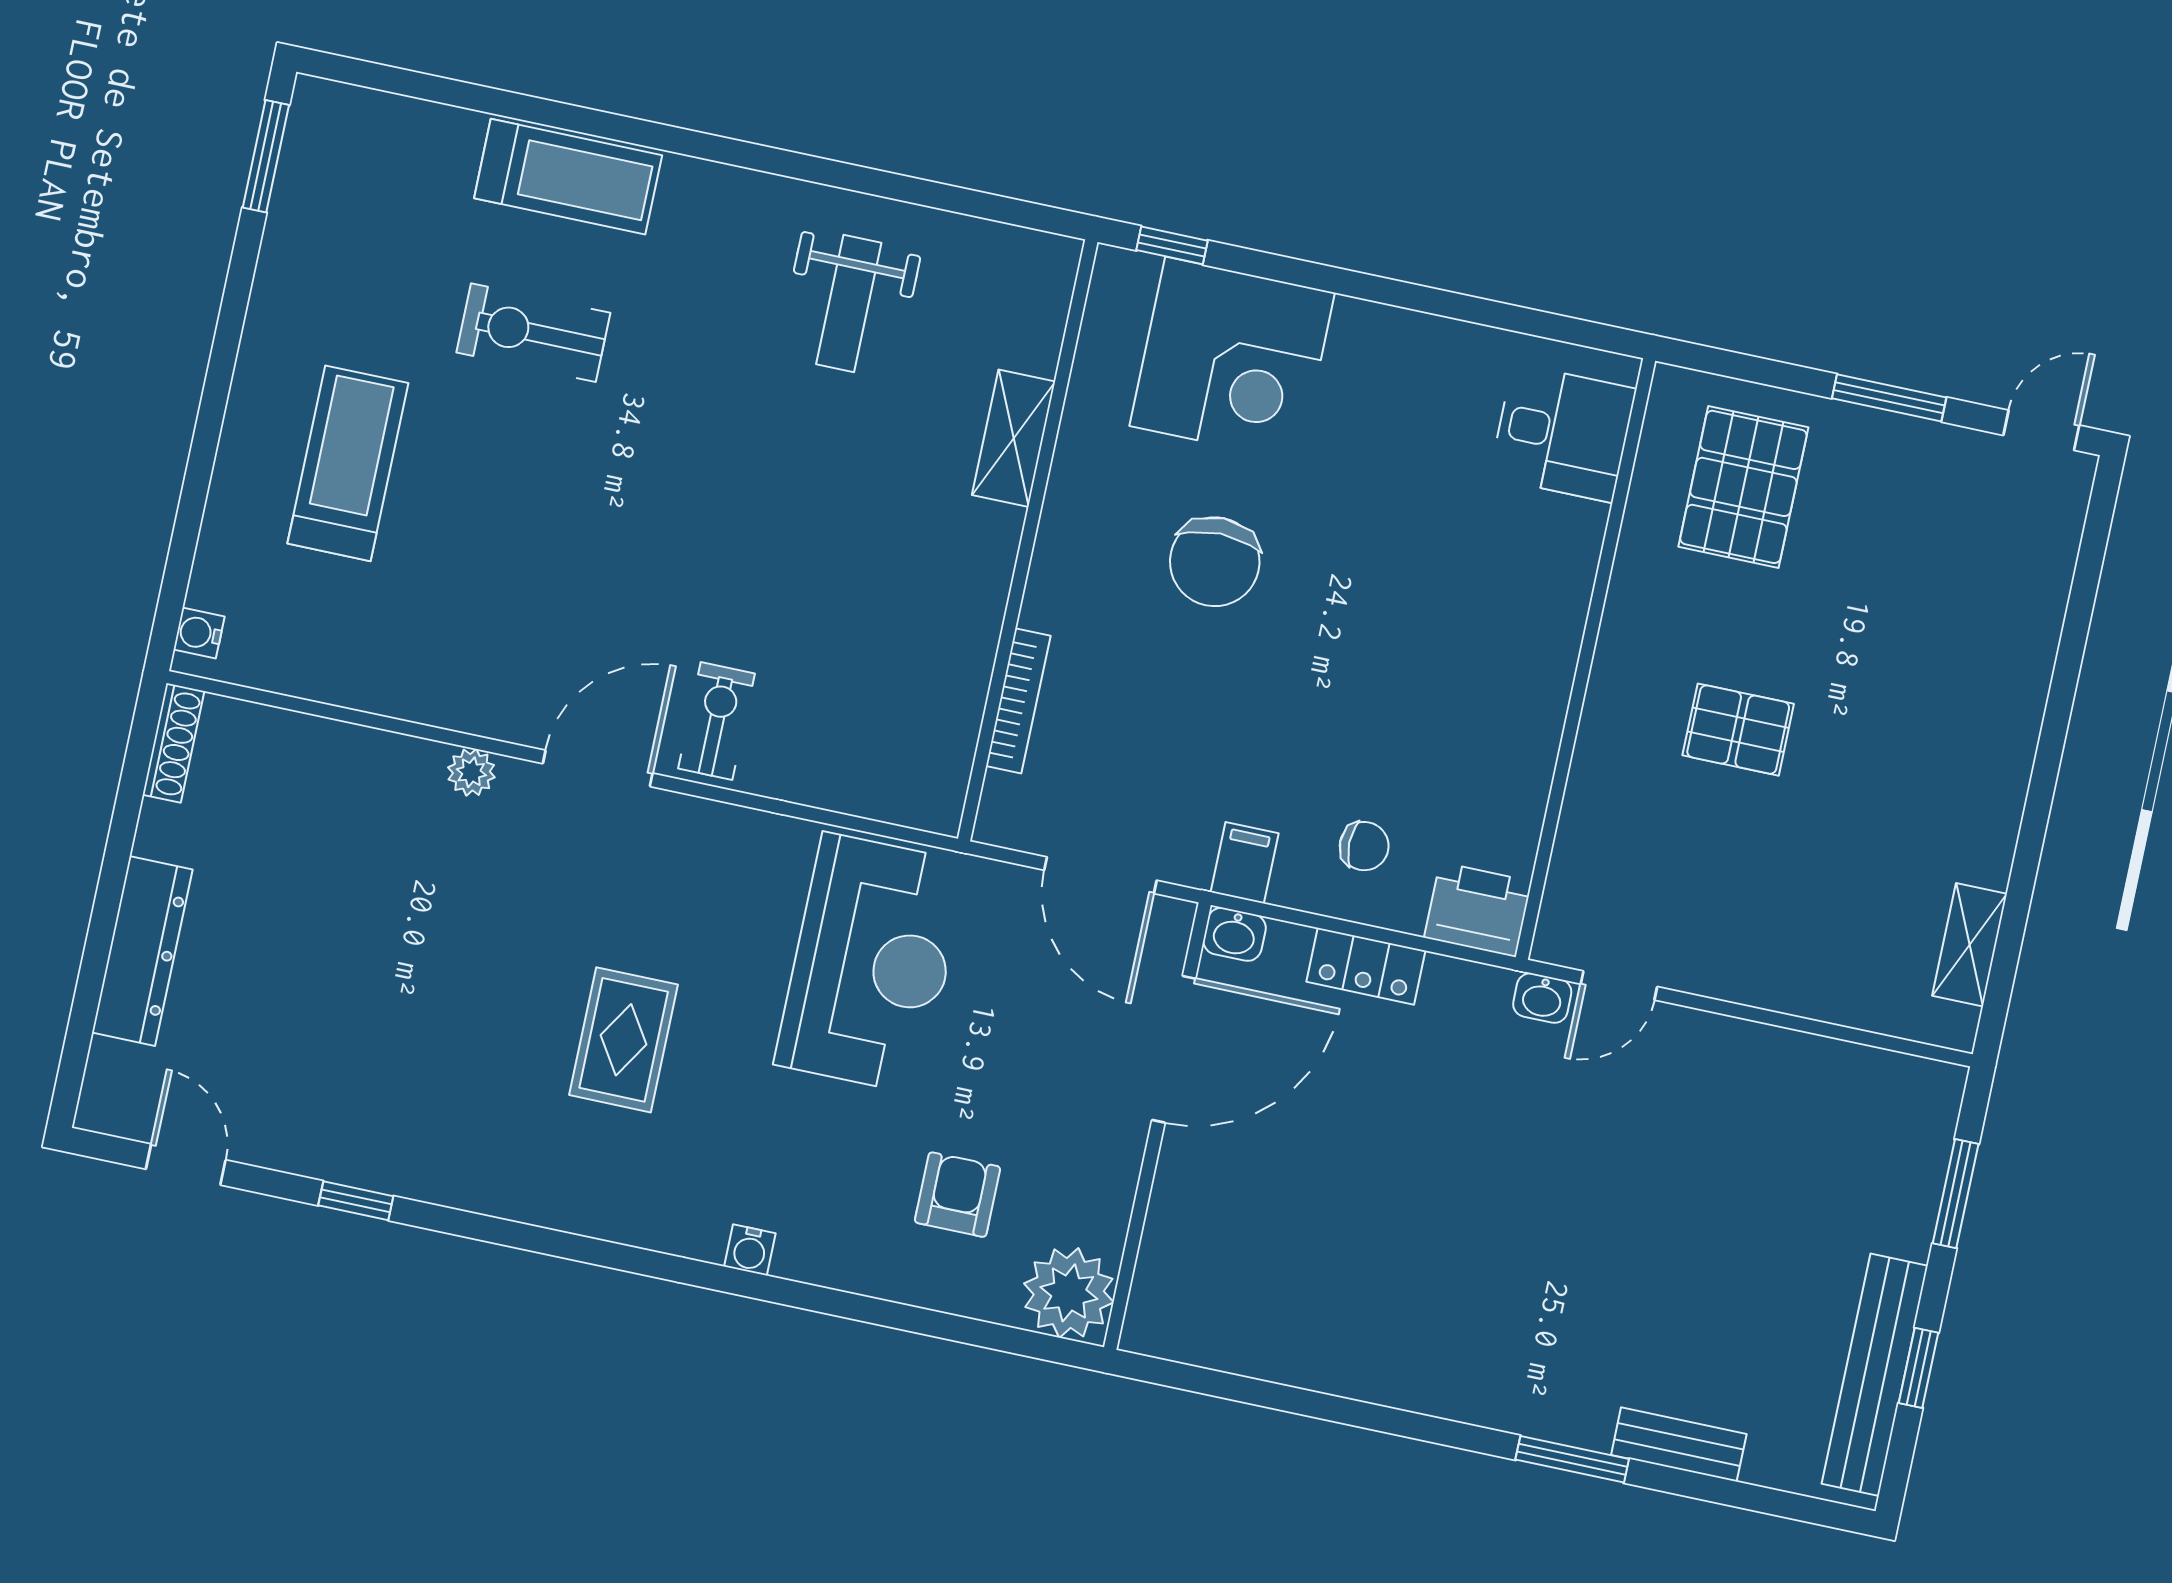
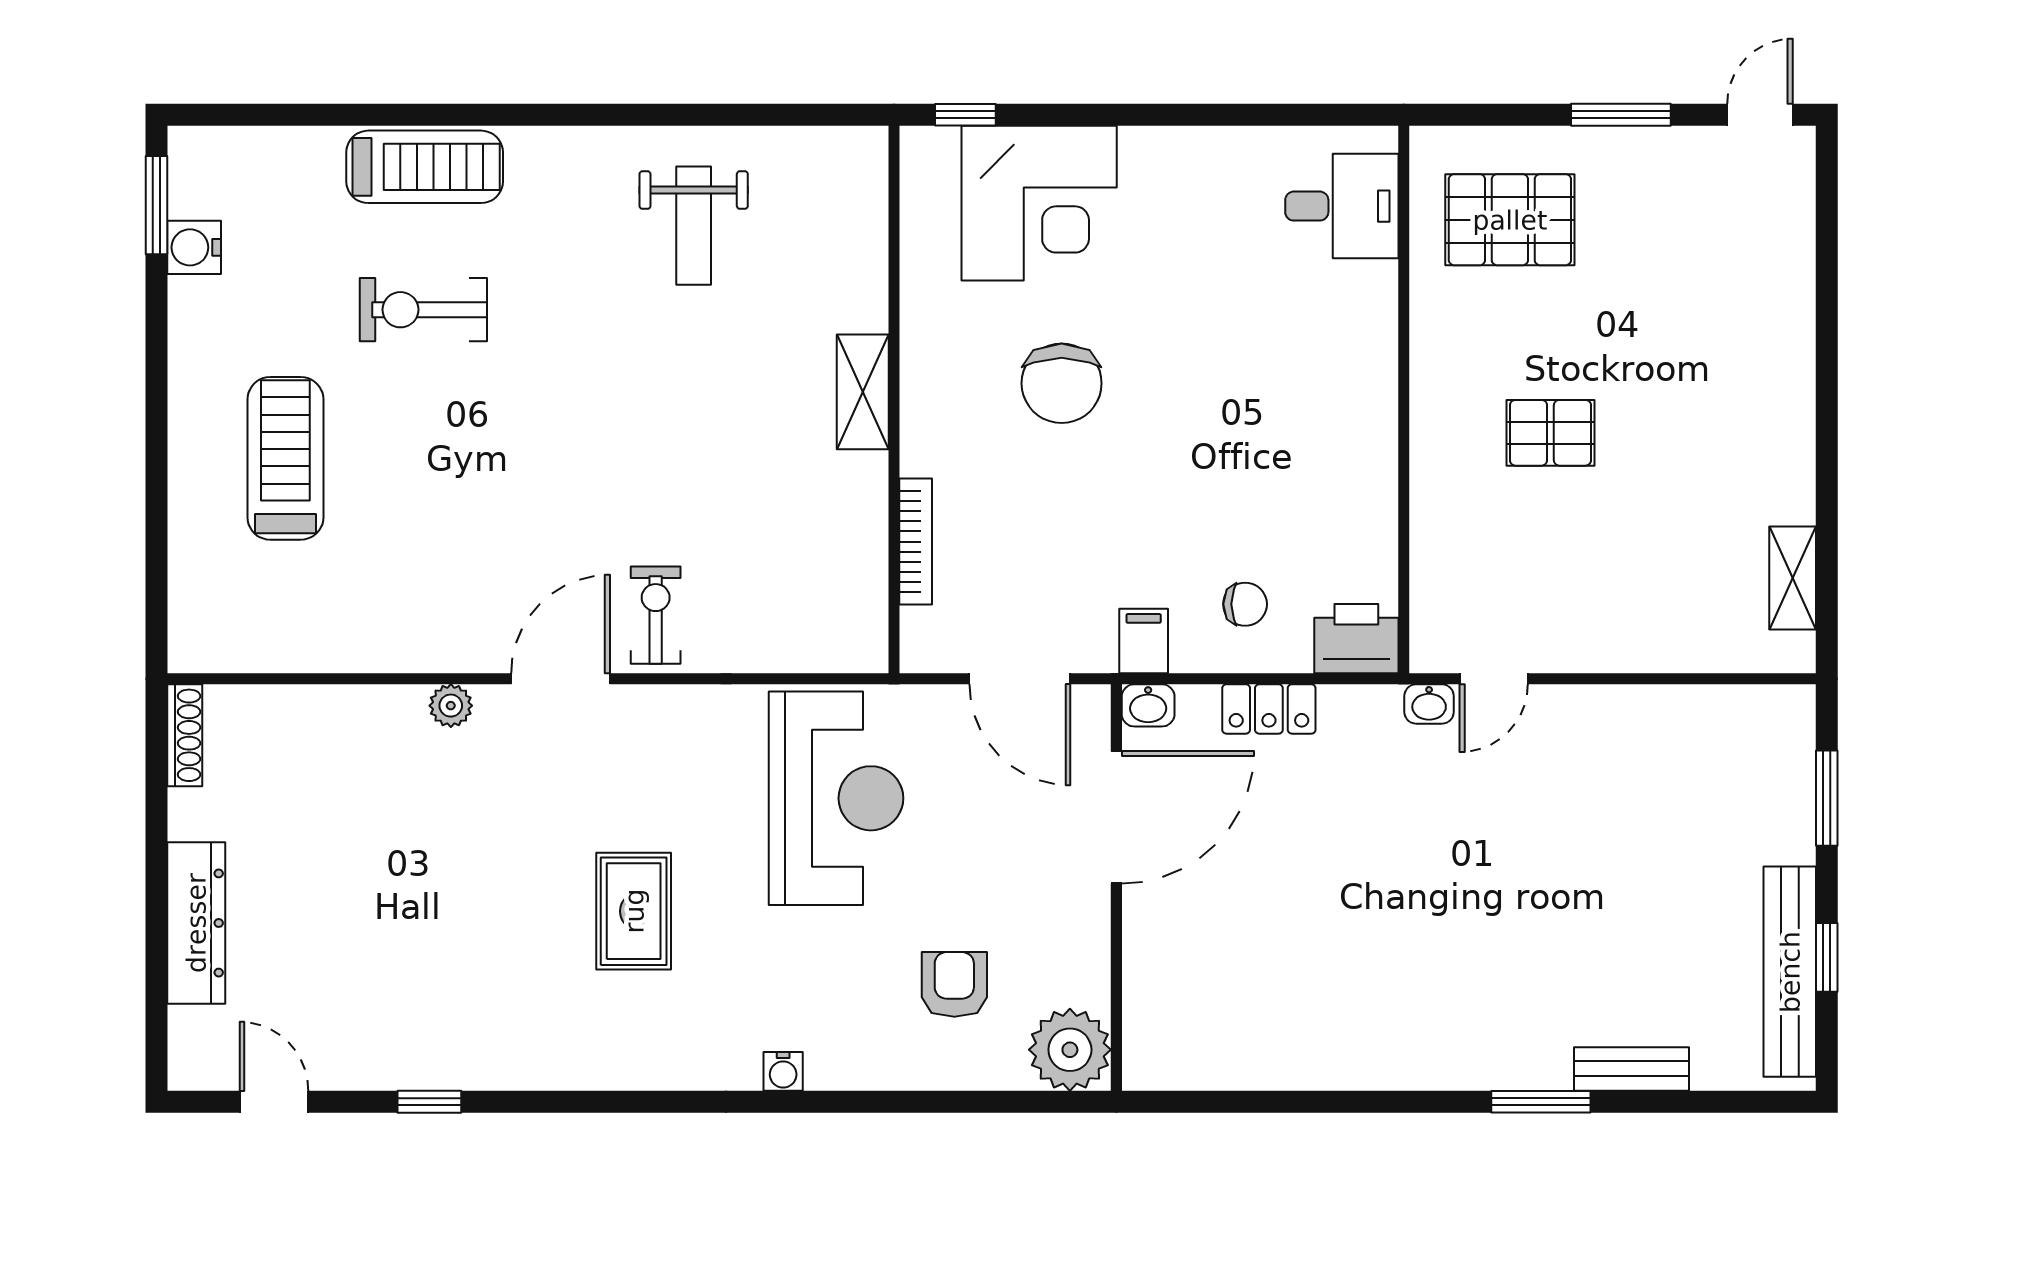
shelving: (1014, 438) -> (863, 392), moved
pallet: (1743, 487) -> (1510, 220), turned 90
water cooler: (199, 633) -> (194, 247), moved, width x1.38, depth x1.38

